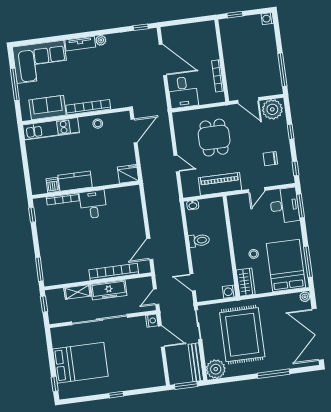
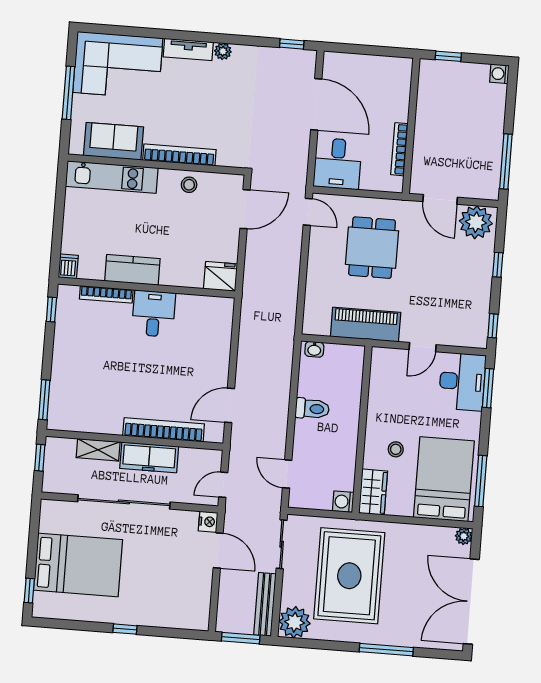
chair: (270, 159) -> (456, 301), removed
door: (177, 164) -> (308, 212), moved
dishwasher: (53, 185) -> (68, 266), moved

